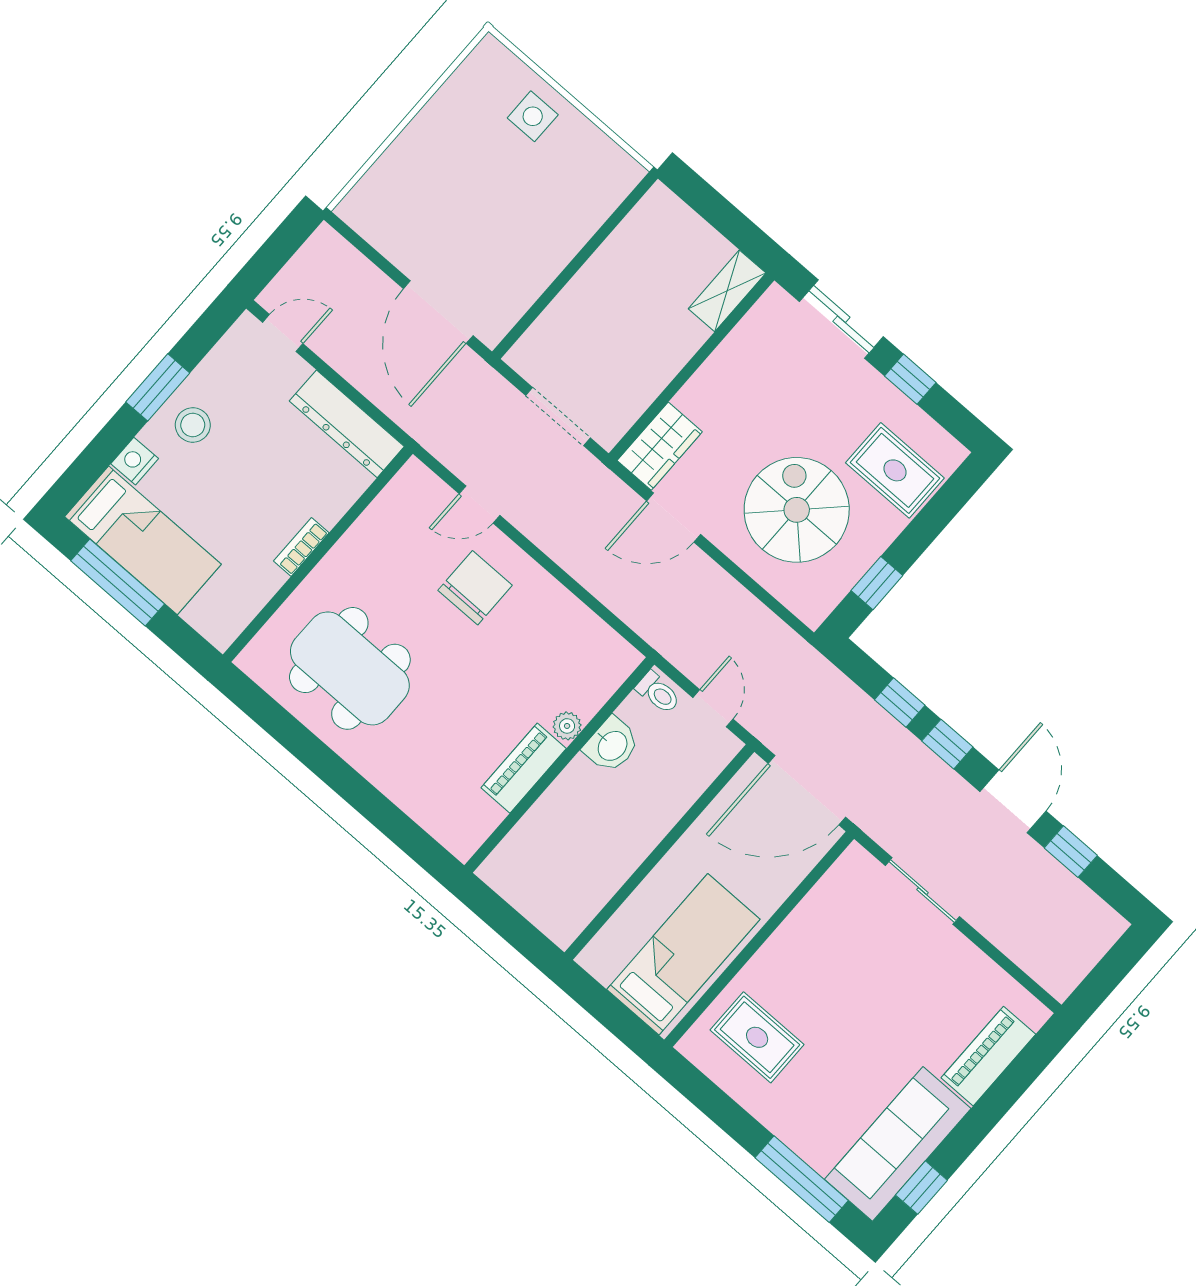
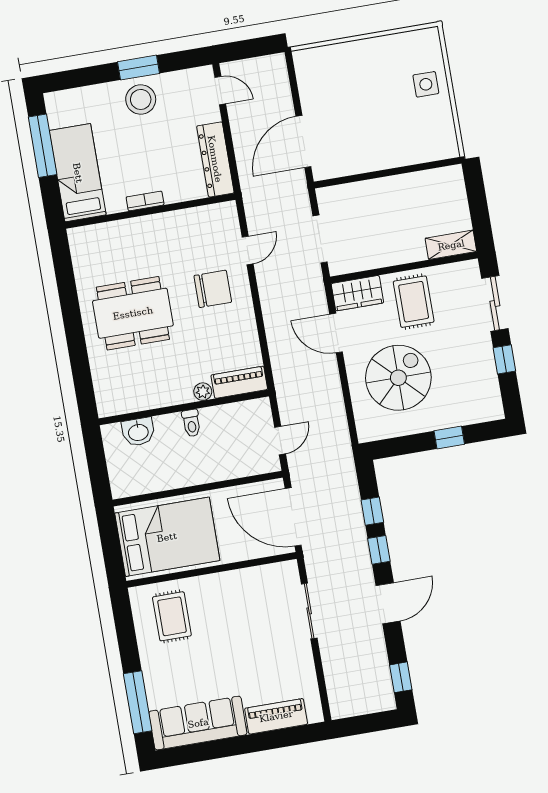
stool: (193, 425) -> (141, 99), width x1.38, depth x1.38
nightstand: (135, 461) -> (98, 94), removed
rug: (895, 470) -> (414, 302), moved
door: (479, 505) -> (248, 250), swing flipped
bed: (143, 540) -> (78, 173), moved, turned 180
window: (877, 583) -> (449, 438), moved
dining table: (350, 668) -> (133, 313), moved, turned 90
toilet: (658, 693) -> (191, 423), moved
washbasin: (612, 745) -> (138, 432), moved
piano: (524, 768) -> (239, 382), moved
window: (1071, 852) -> (401, 677), moved
bed: (683, 954) -> (167, 537), width x1.50
window: (921, 1188) -> (192, 753), removed

